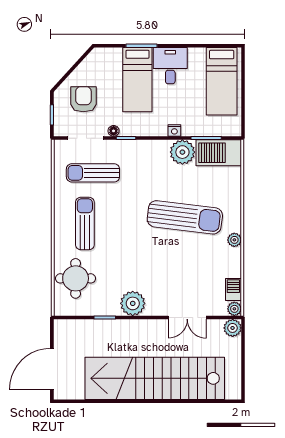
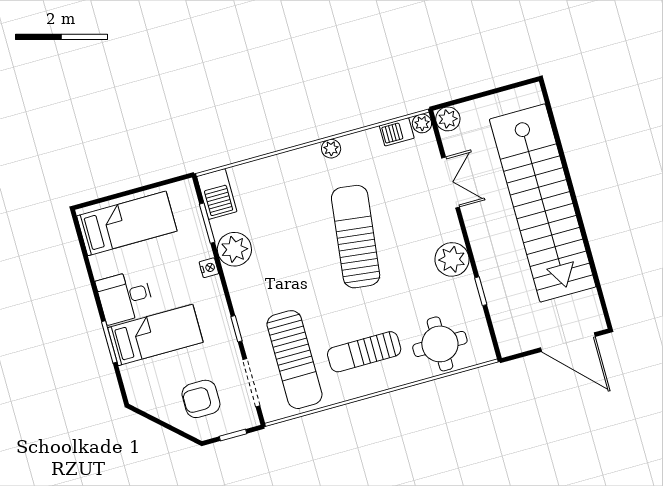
floor lamp: (114, 131) -> (232, 348), removed
barbecue: (219, 153) -> (217, 194), width x0.73, depth x0.83
sun lounger: (93, 173) -> (294, 360), width x1.36, depth x1.34
sun lounger: (185, 217) -> (356, 237), moved

